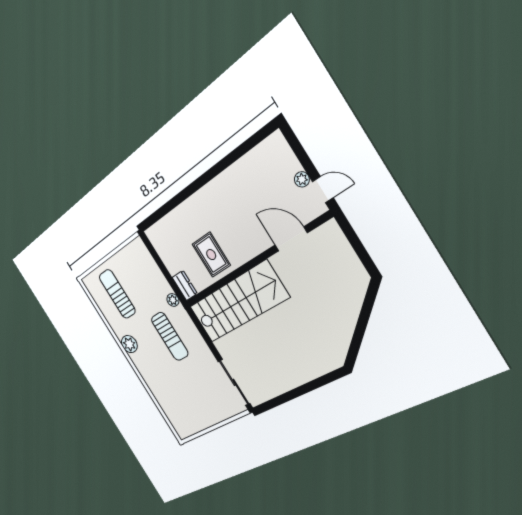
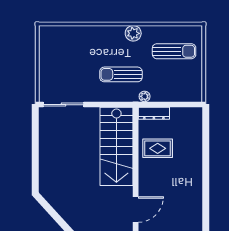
dresser: (185, 285) -> (154, 113), width x1.44

